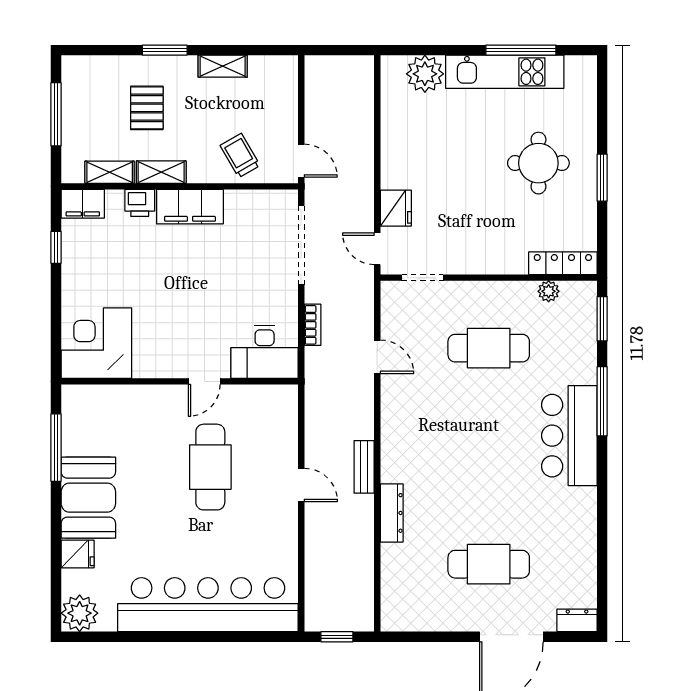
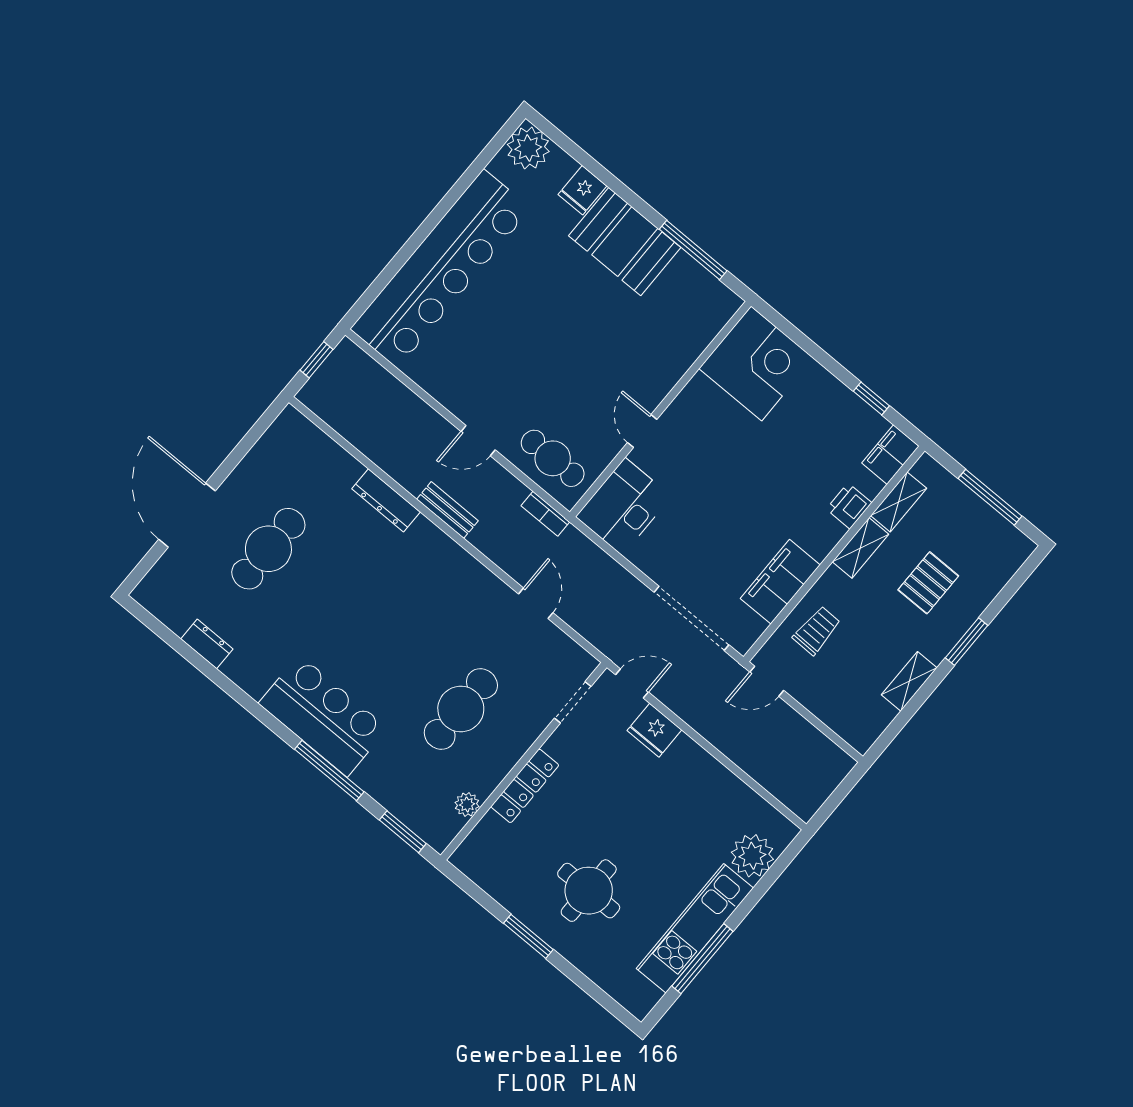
pallet: (147, 108) -> (928, 583), turned 90
trolley: (240, 155) -> (817, 630), turned -59
filing cabinet: (190, 207) -> (780, 582), moved
locker: (563, 263) -> (525, 786), moved
bookcase: (313, 325) -> (545, 514), moved
door: (377, 357) -> (536, 603), swing flipped
cafe table: (210, 467) -> (553, 458), moved, width x0.73, depth x0.74
dresser: (577, 620) -> (207, 644), moved, turned -90

